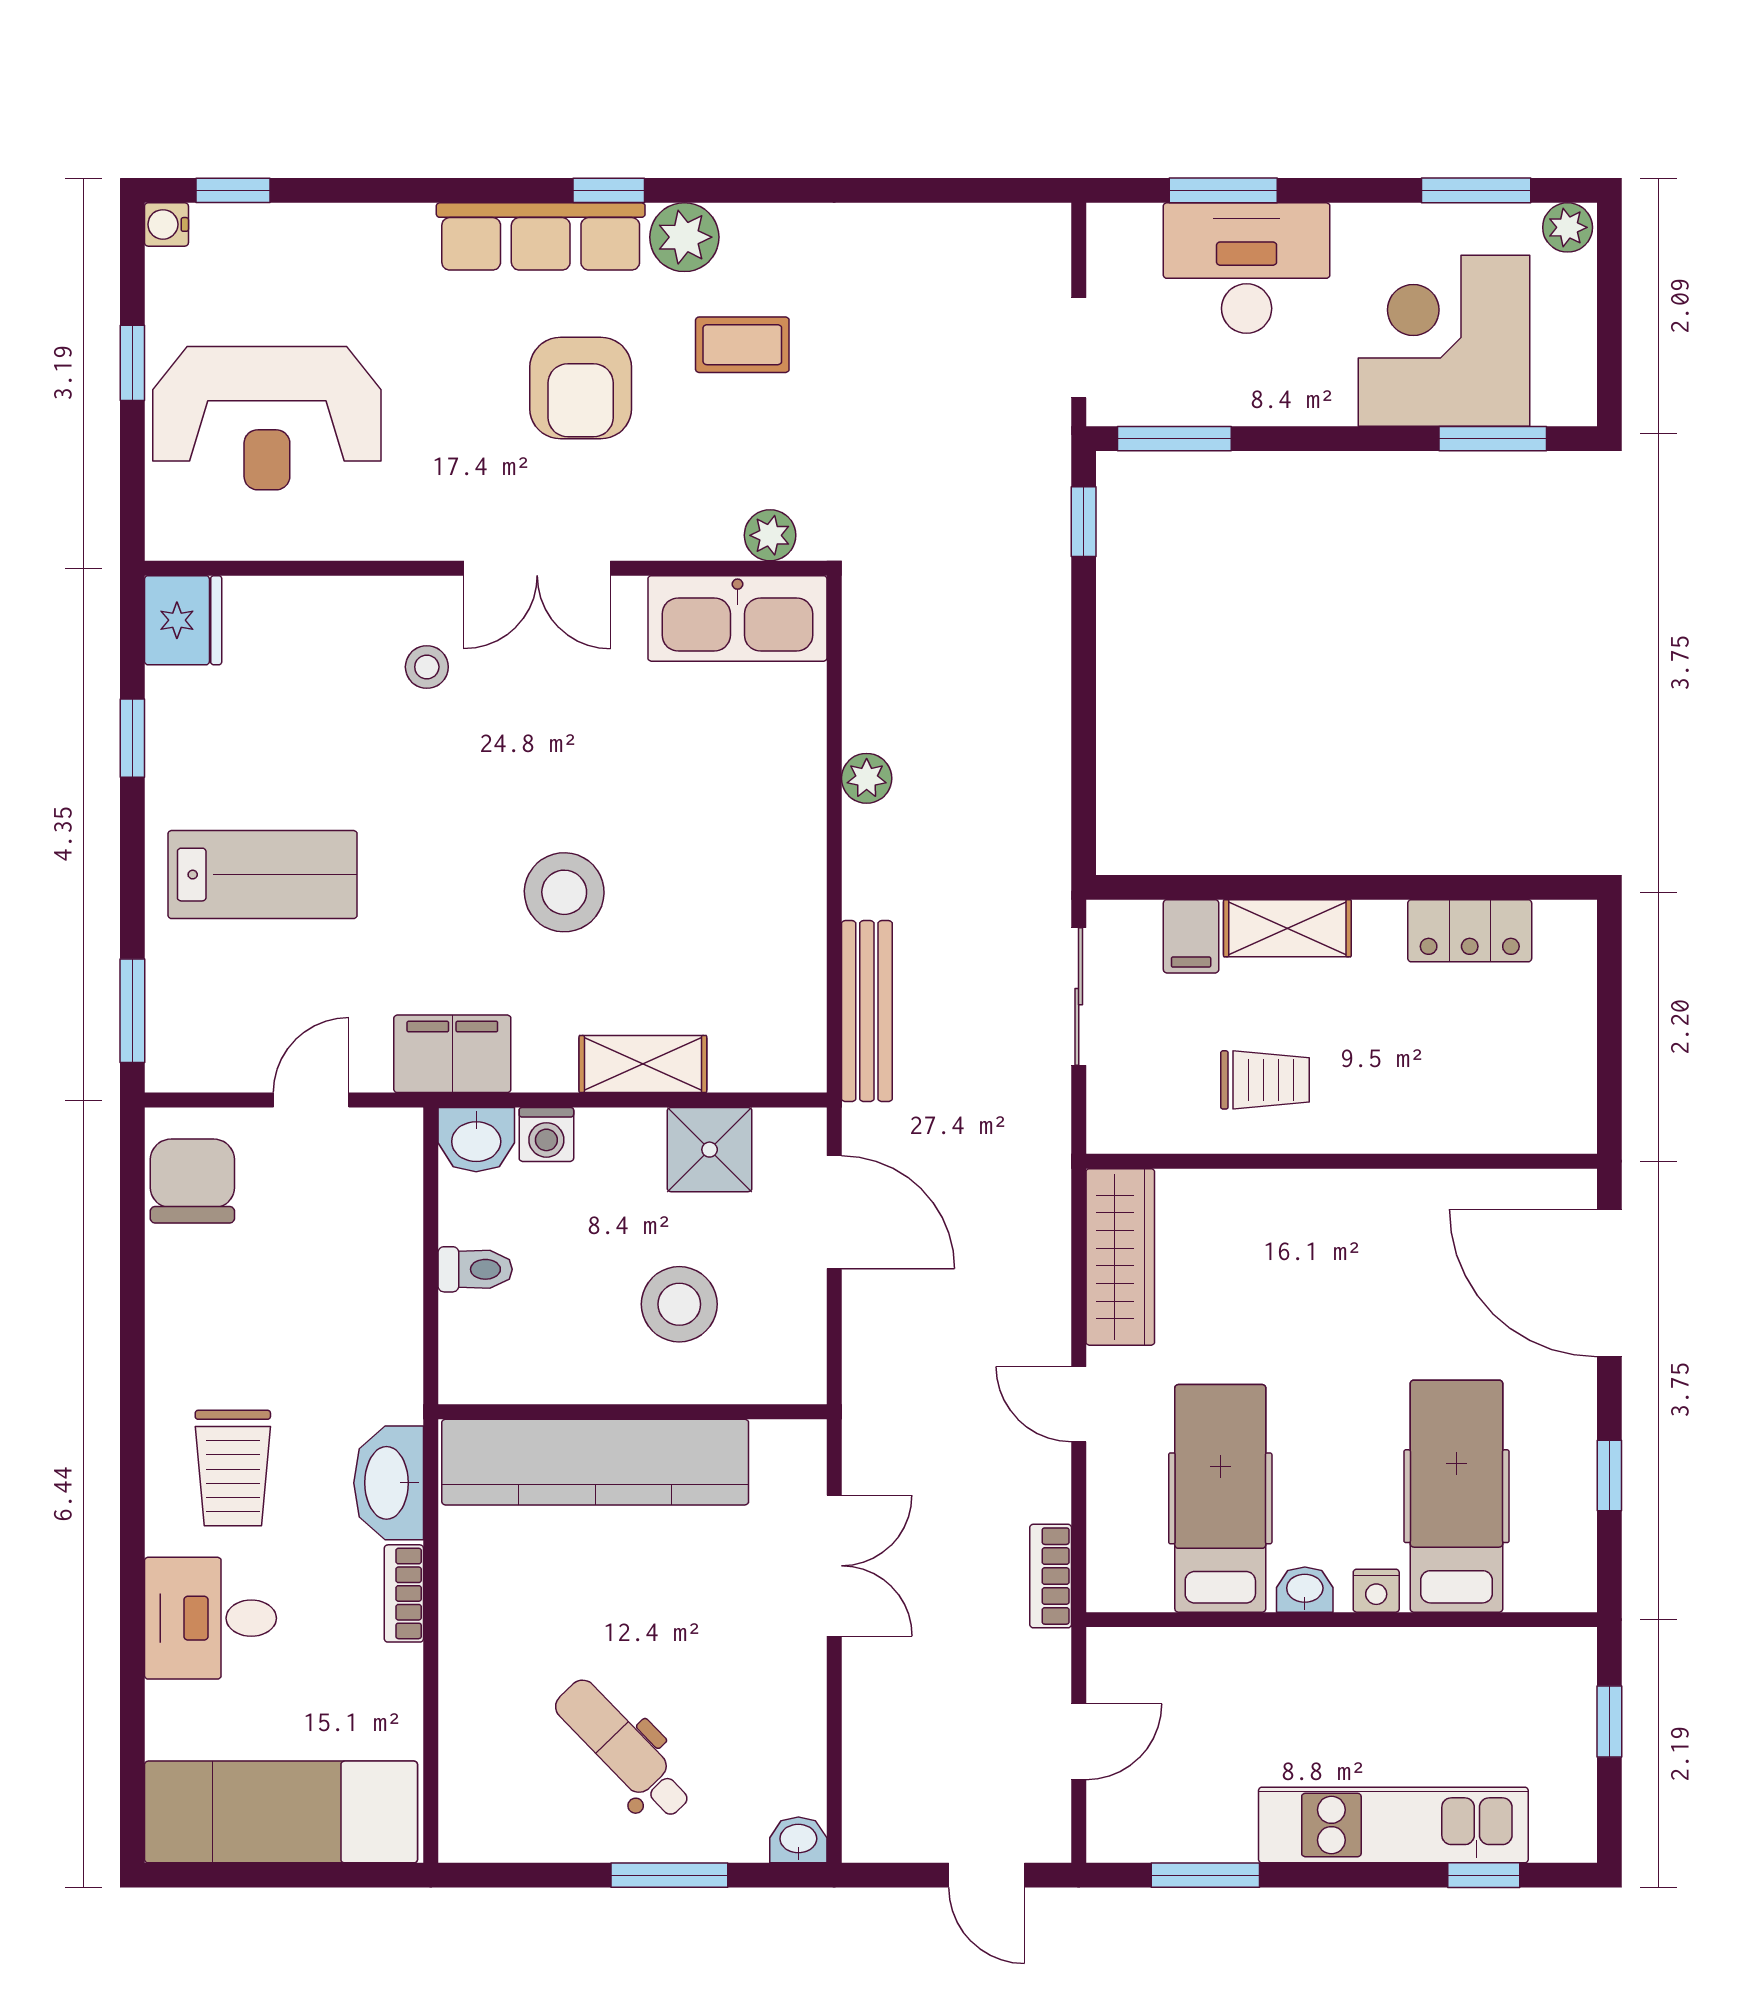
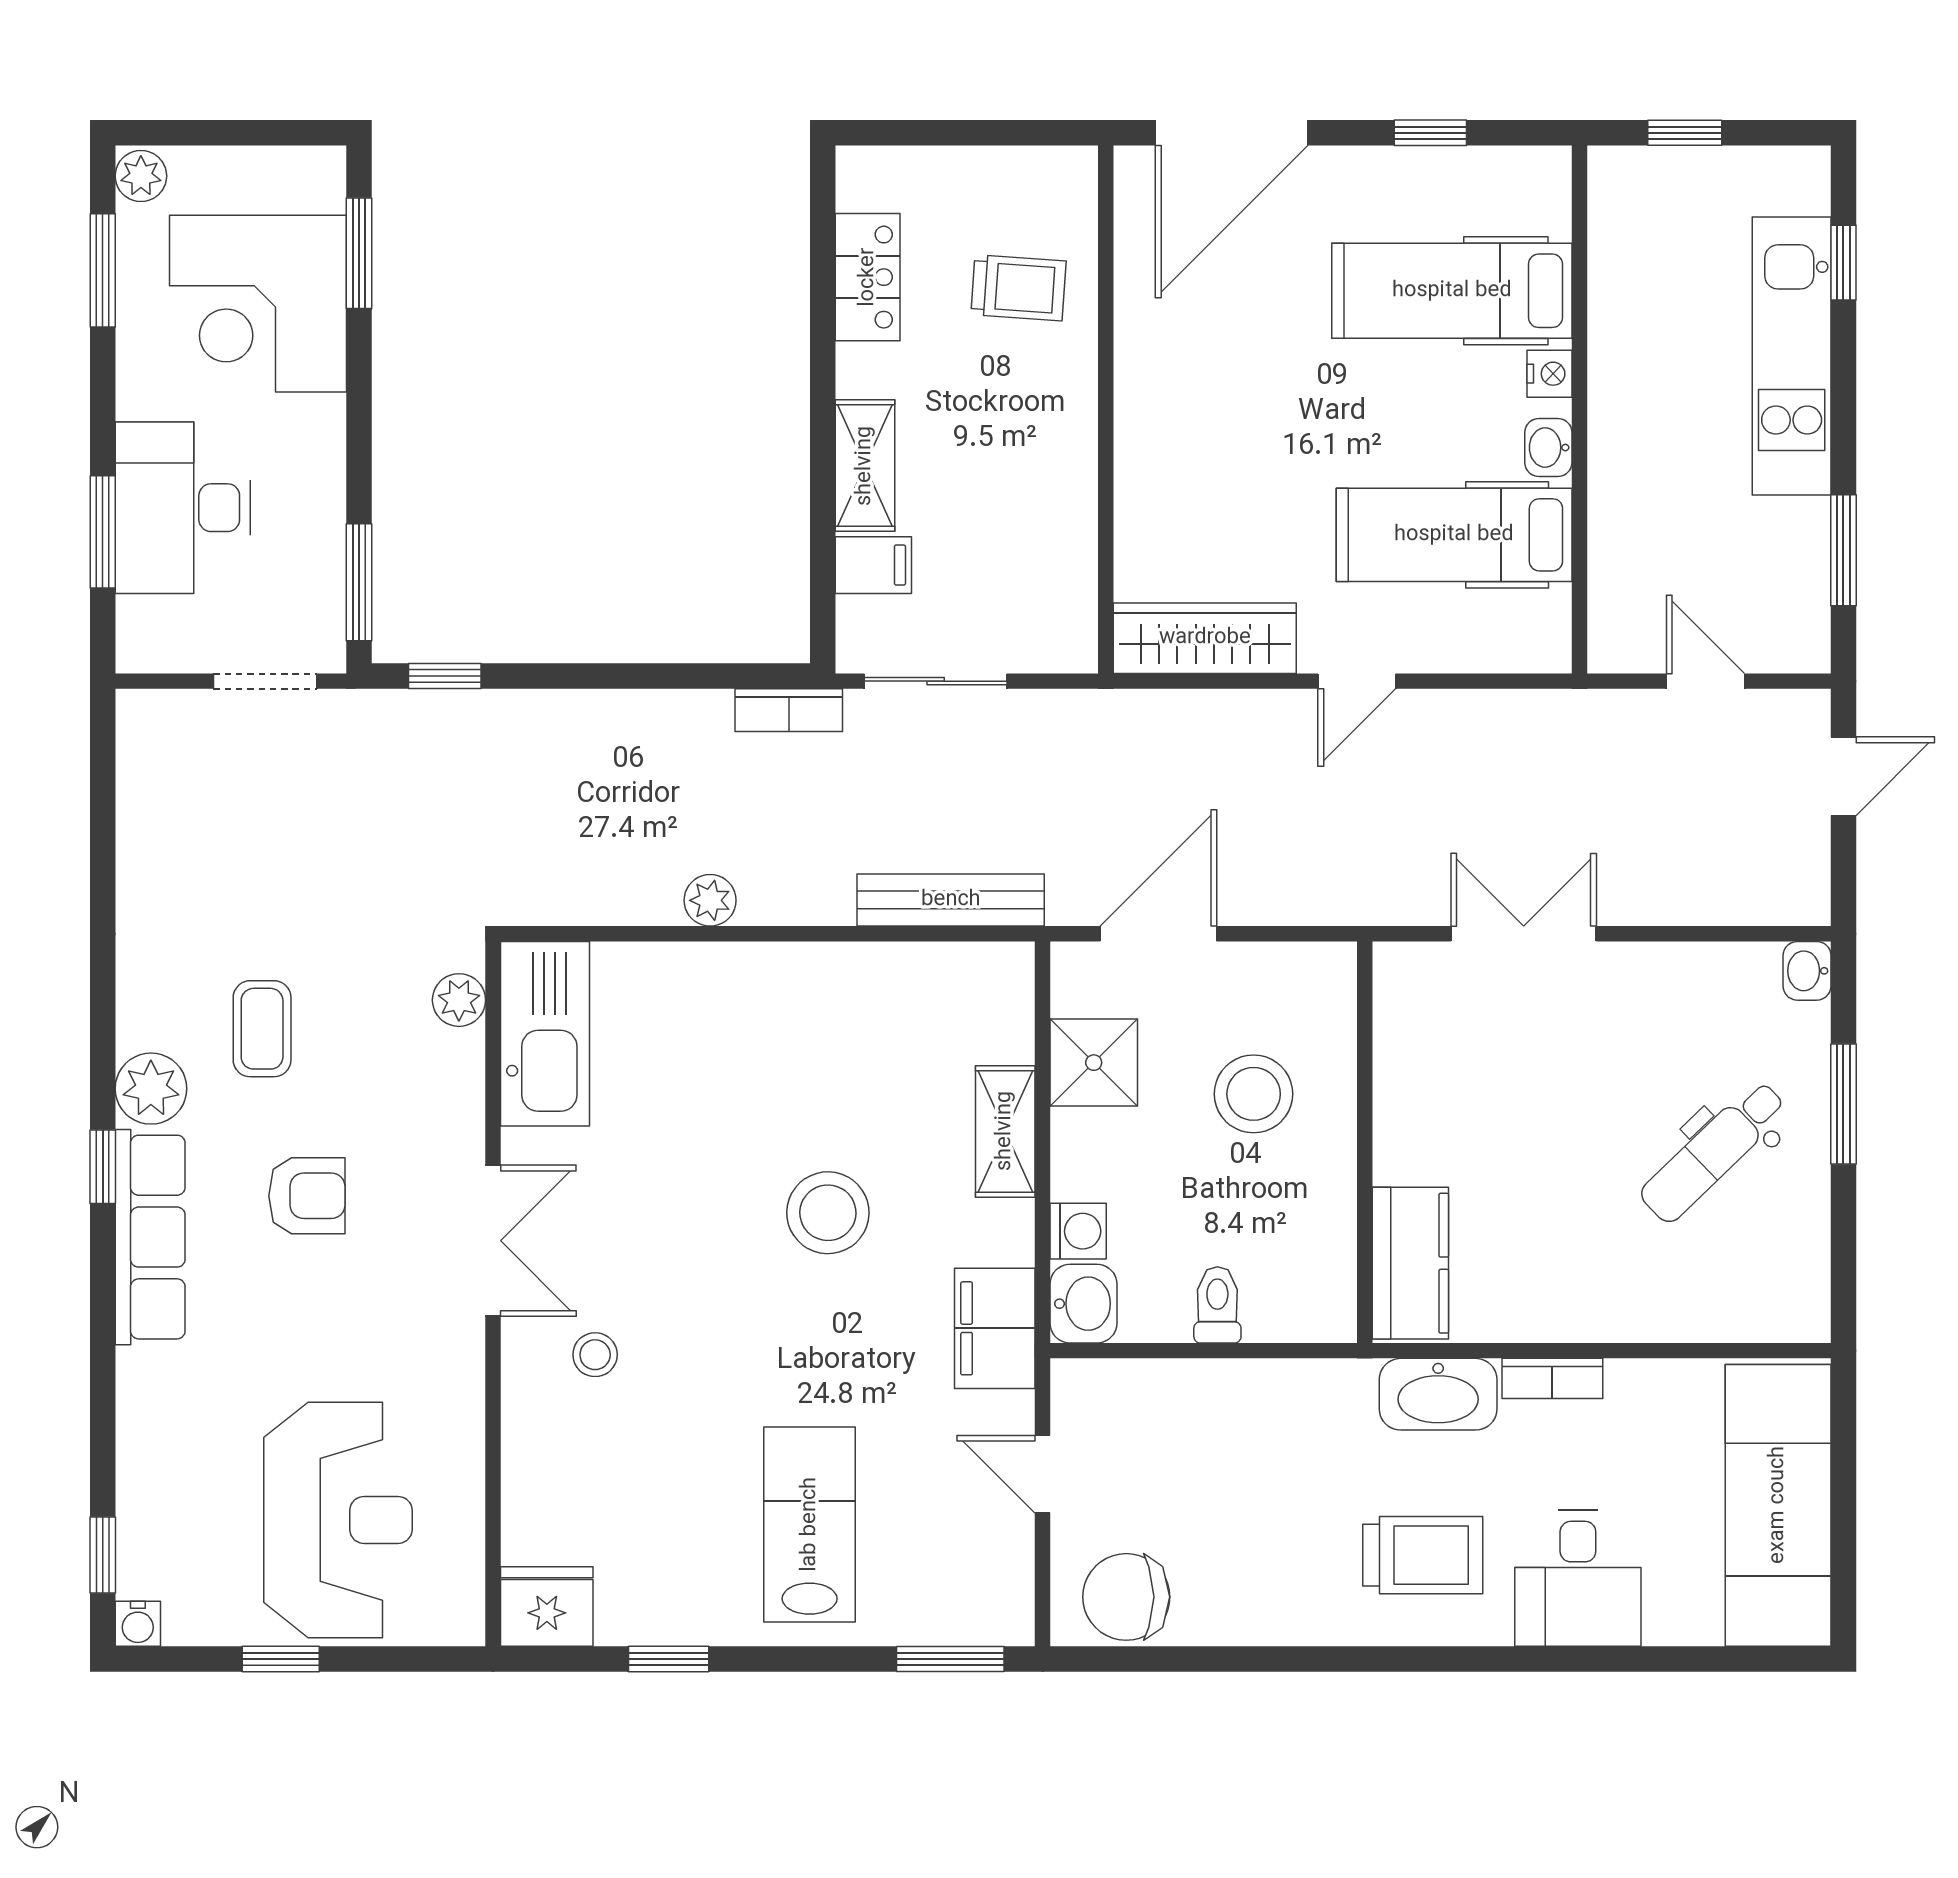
armchair: (581, 388) -> (307, 1196), width x0.72, depth x0.72
trolley: (1265, 1080) -> (1019, 288), moved, turned 94
kitchen counter: (595, 1462) -> (1410, 1263), width x0.48, depth x0.86
bookcase: (1051, 1576) -> (789, 710), moved

